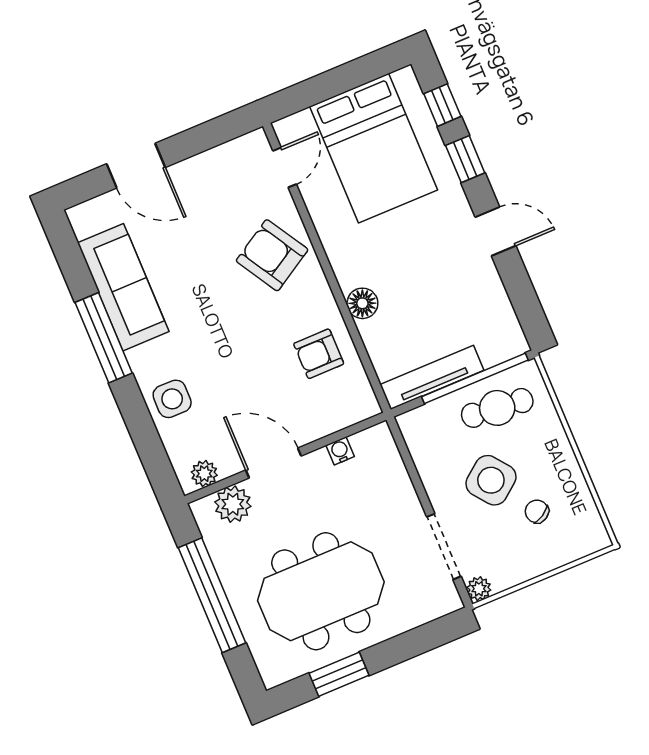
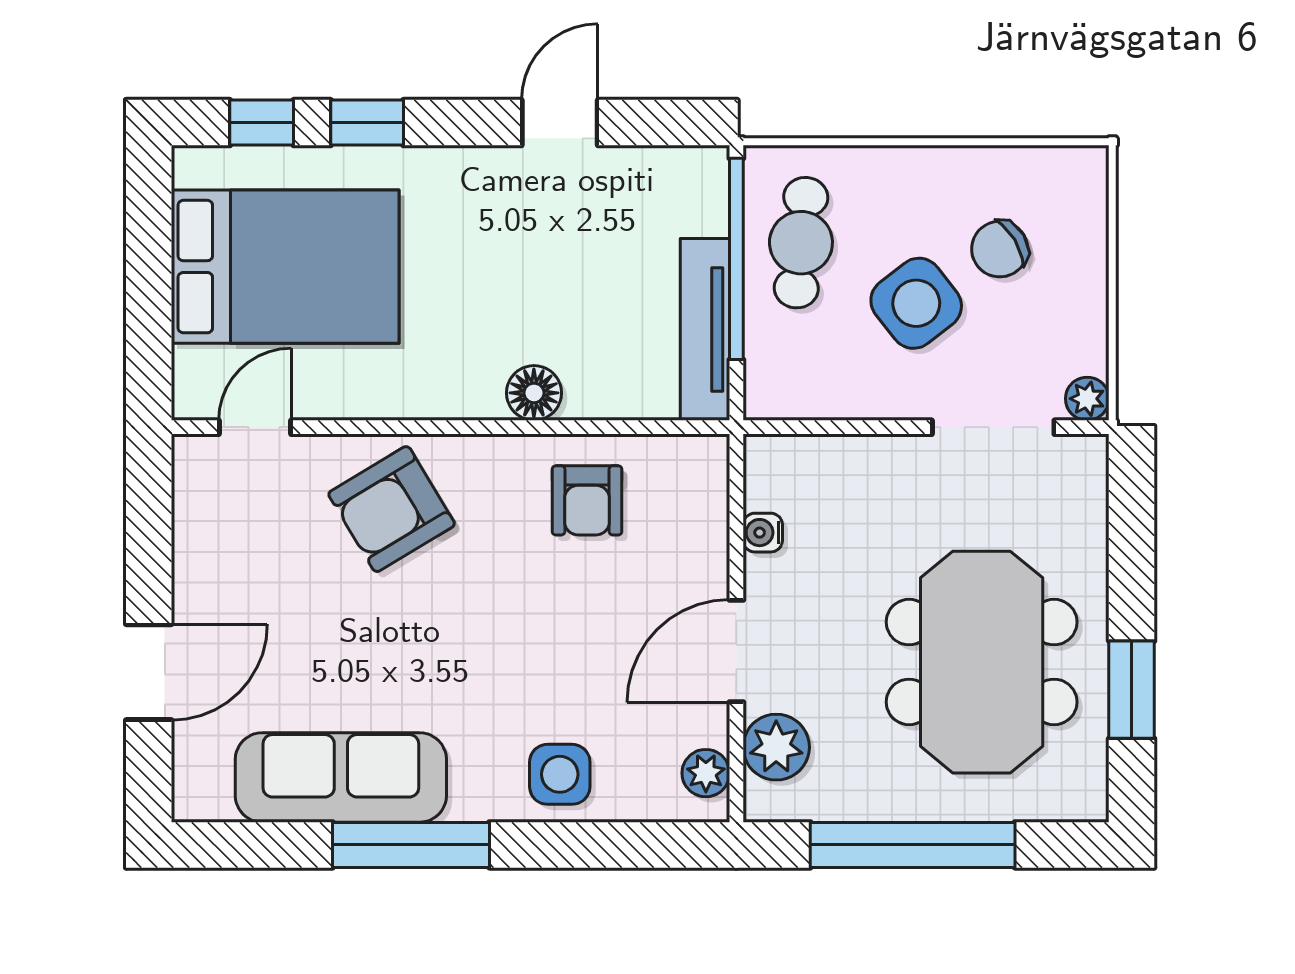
door: (285, 167) -> (255, 427), hinge flipped
door: (496, 231) -> (560, 123), moved
chair: (537, 511) -> (1000, 249), width x1.37, depth x1.37

